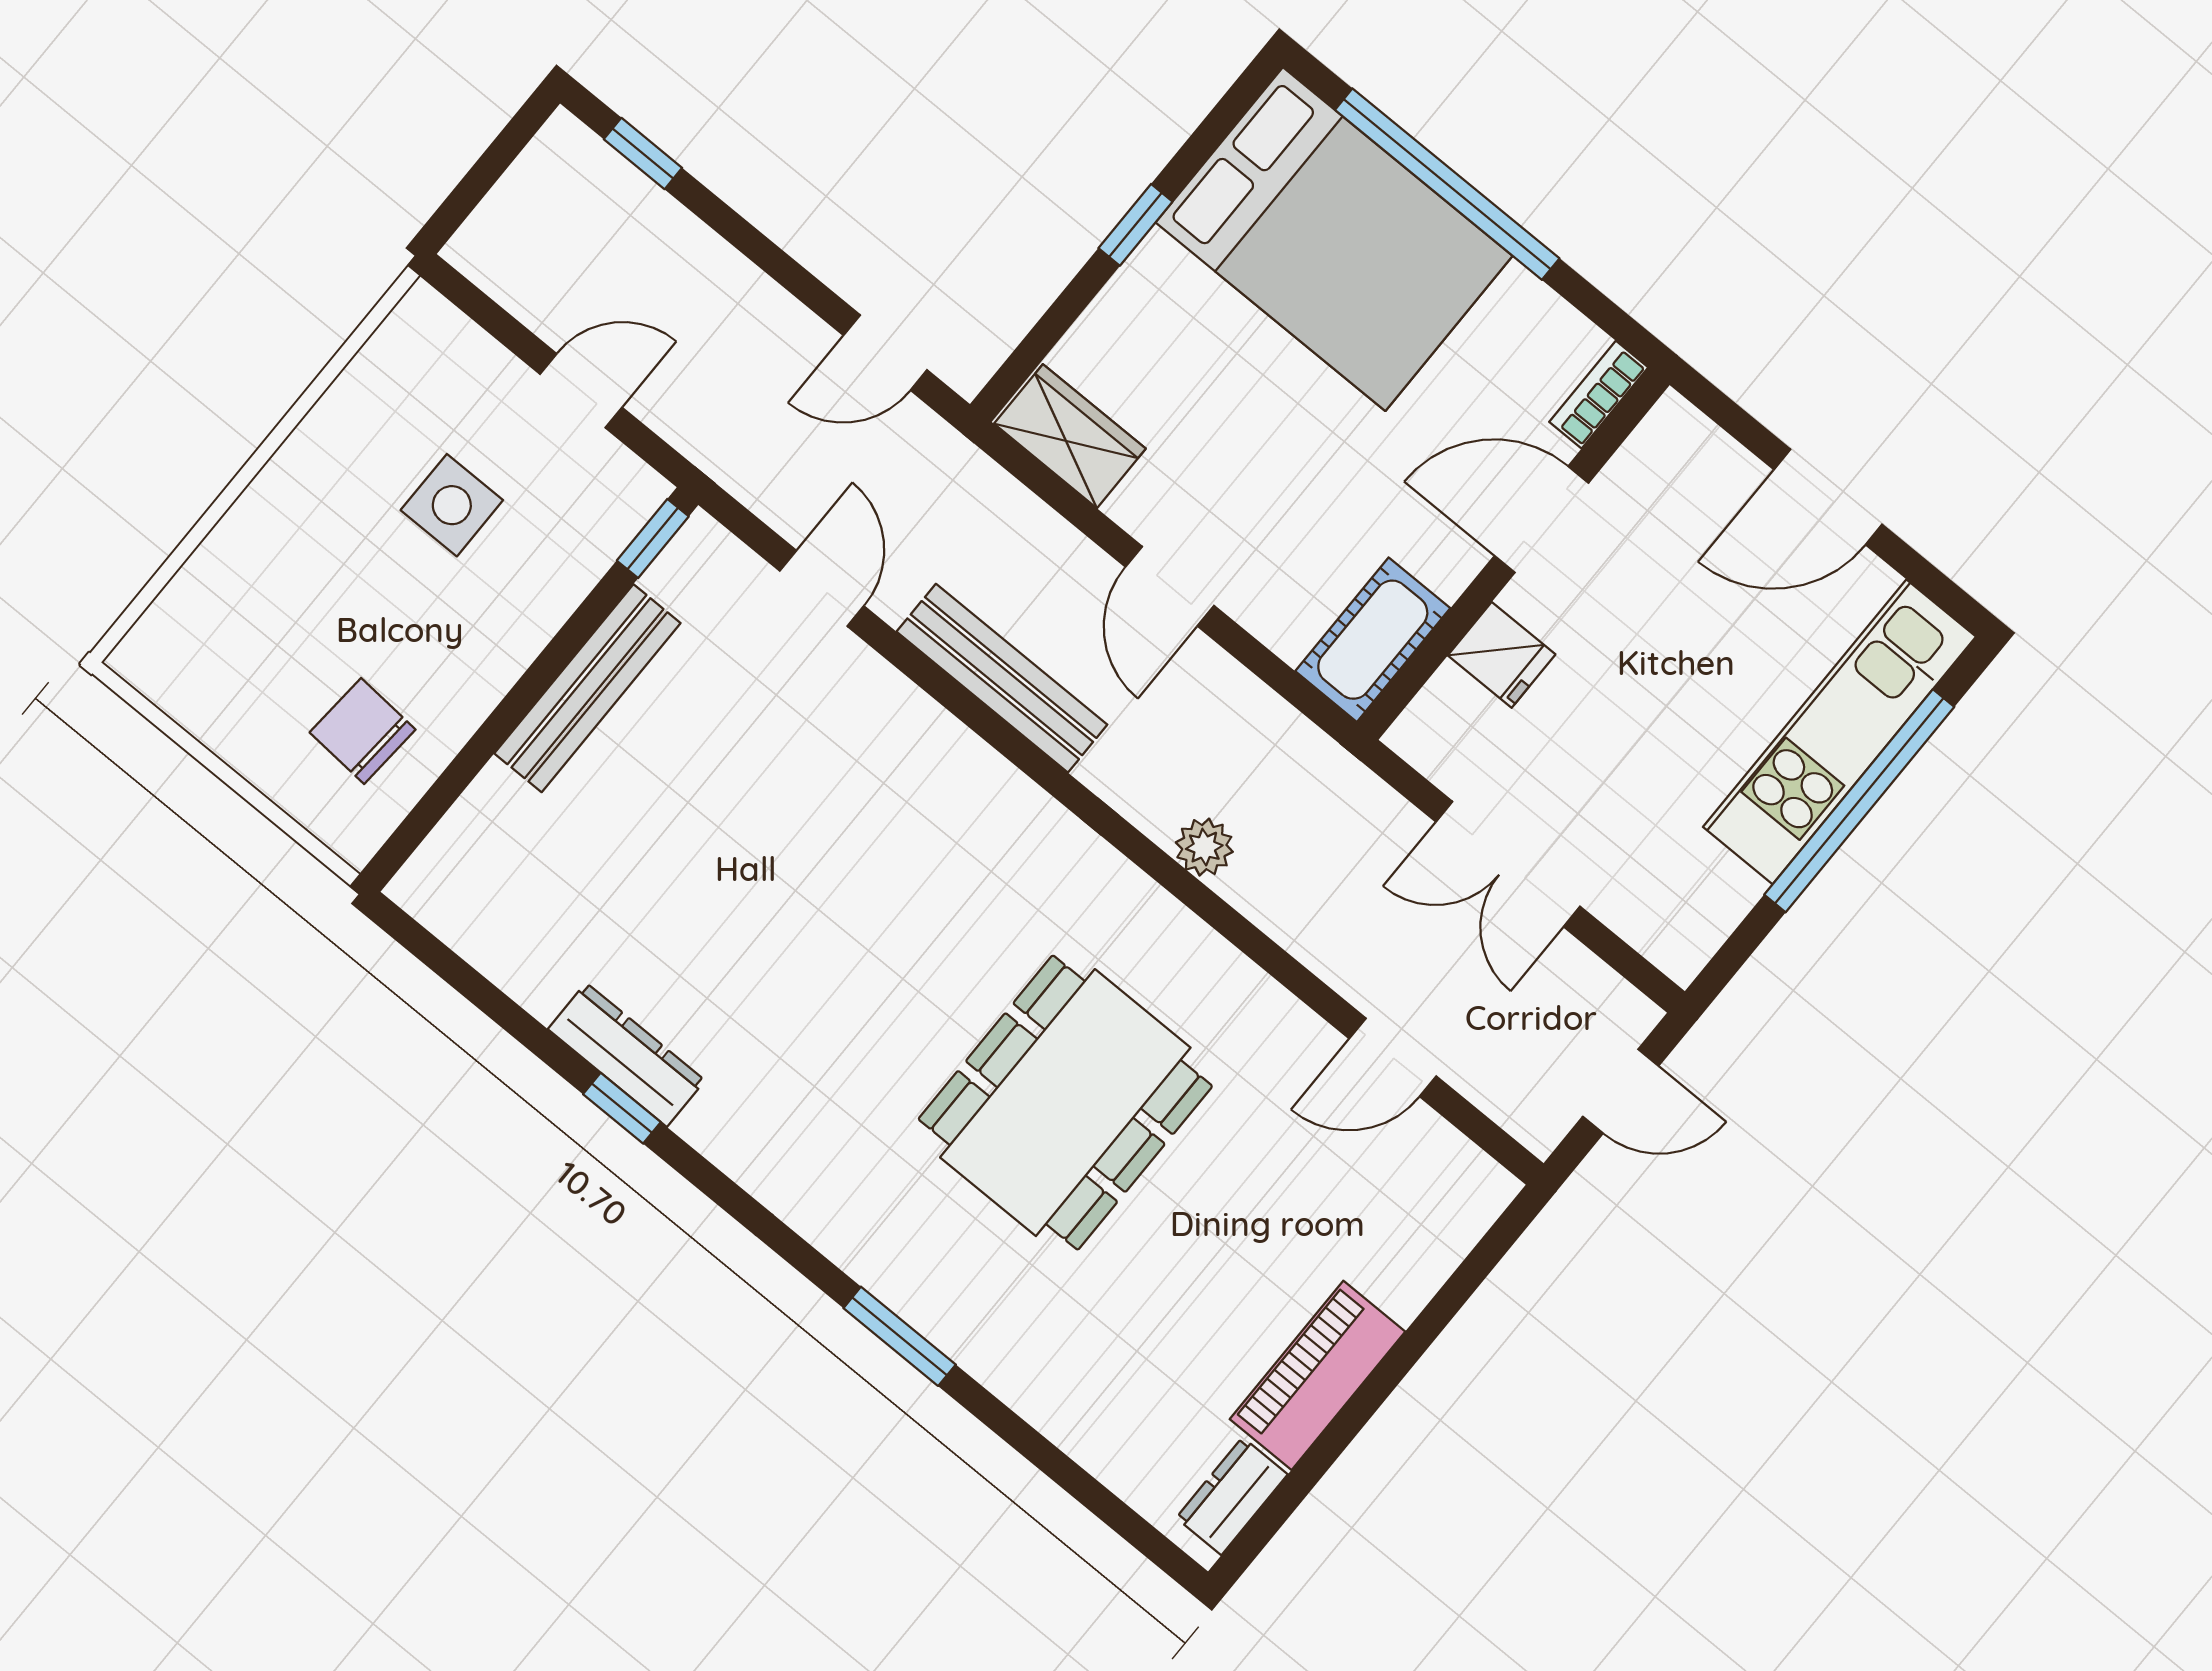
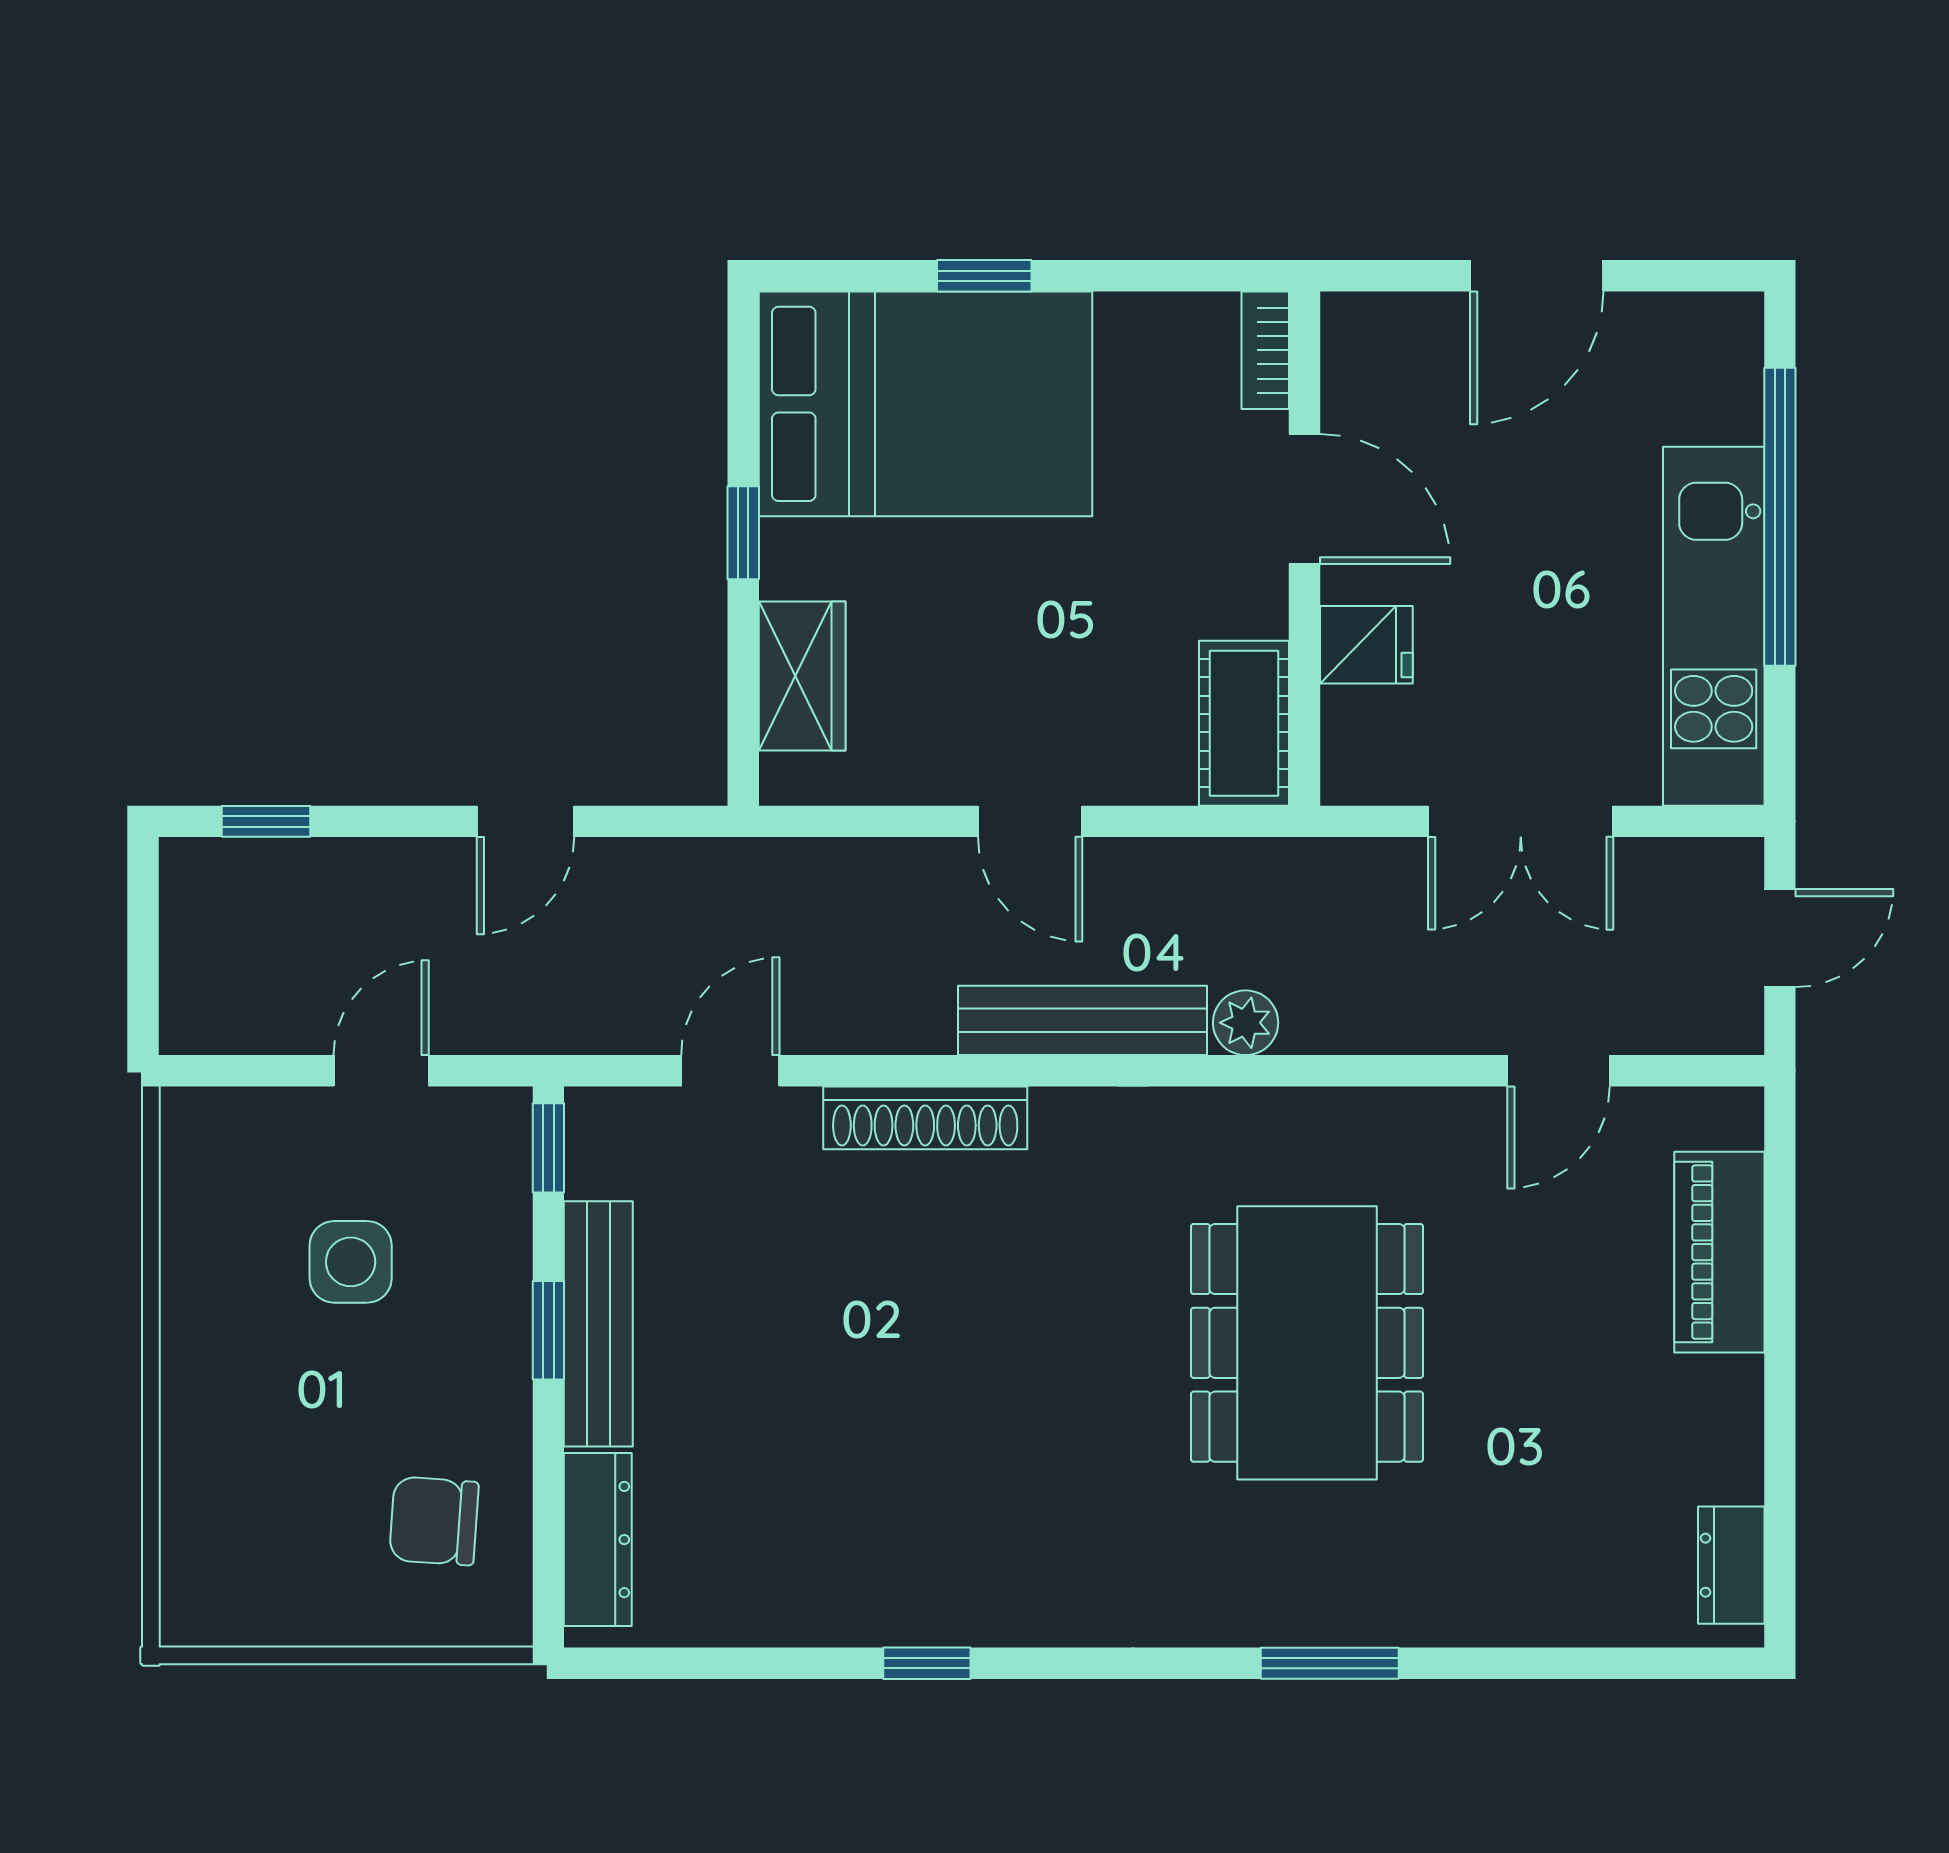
window: (1447, 184) -> (984, 276), width x0.32
door: (885, 353) -> (525, 821), moved
wardrobe: (1070, 436) -> (802, 676), moved, turned 90
door: (1541, 519) -> (1304, 499), swing flipped
door: (822, 588) -> (730, 1071), hinge flipped
window: (549, 664) -> (548, 1330), added
bench: (1002, 678) -> (1082, 1020), moved
shoe rack: (930, 731) -> (925, 1118), added
kitchen unit: (1839, 732) -> (1714, 626), moved
dresser: (626, 1055) -> (598, 1540), moved, turned 90
piano: (1317, 1375) -> (1719, 1252), moved

